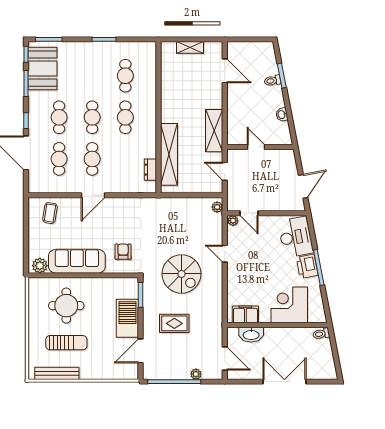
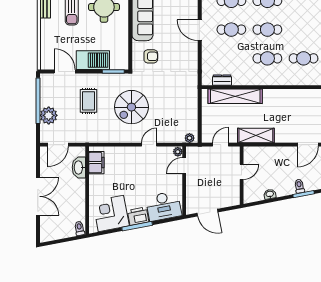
corner desk: (289, 305) -> (111, 213), moved, turned -101
plant: (196, 374) -> (49, 115), width x1.87, depth x1.87

